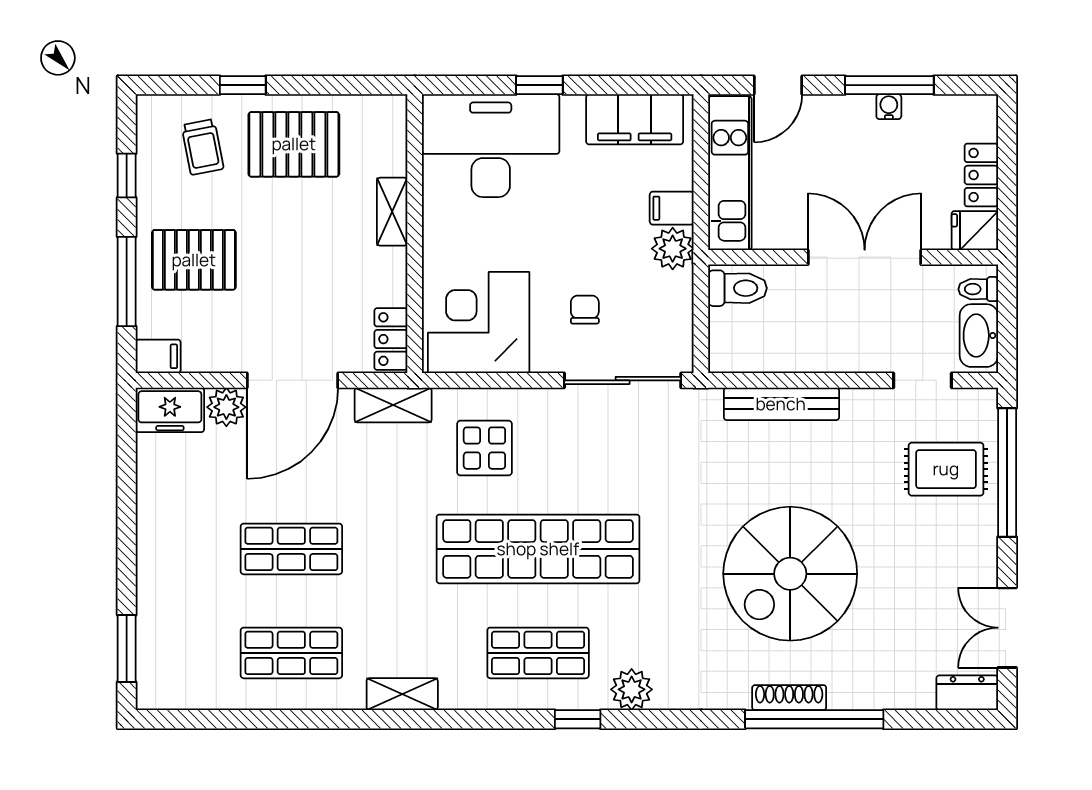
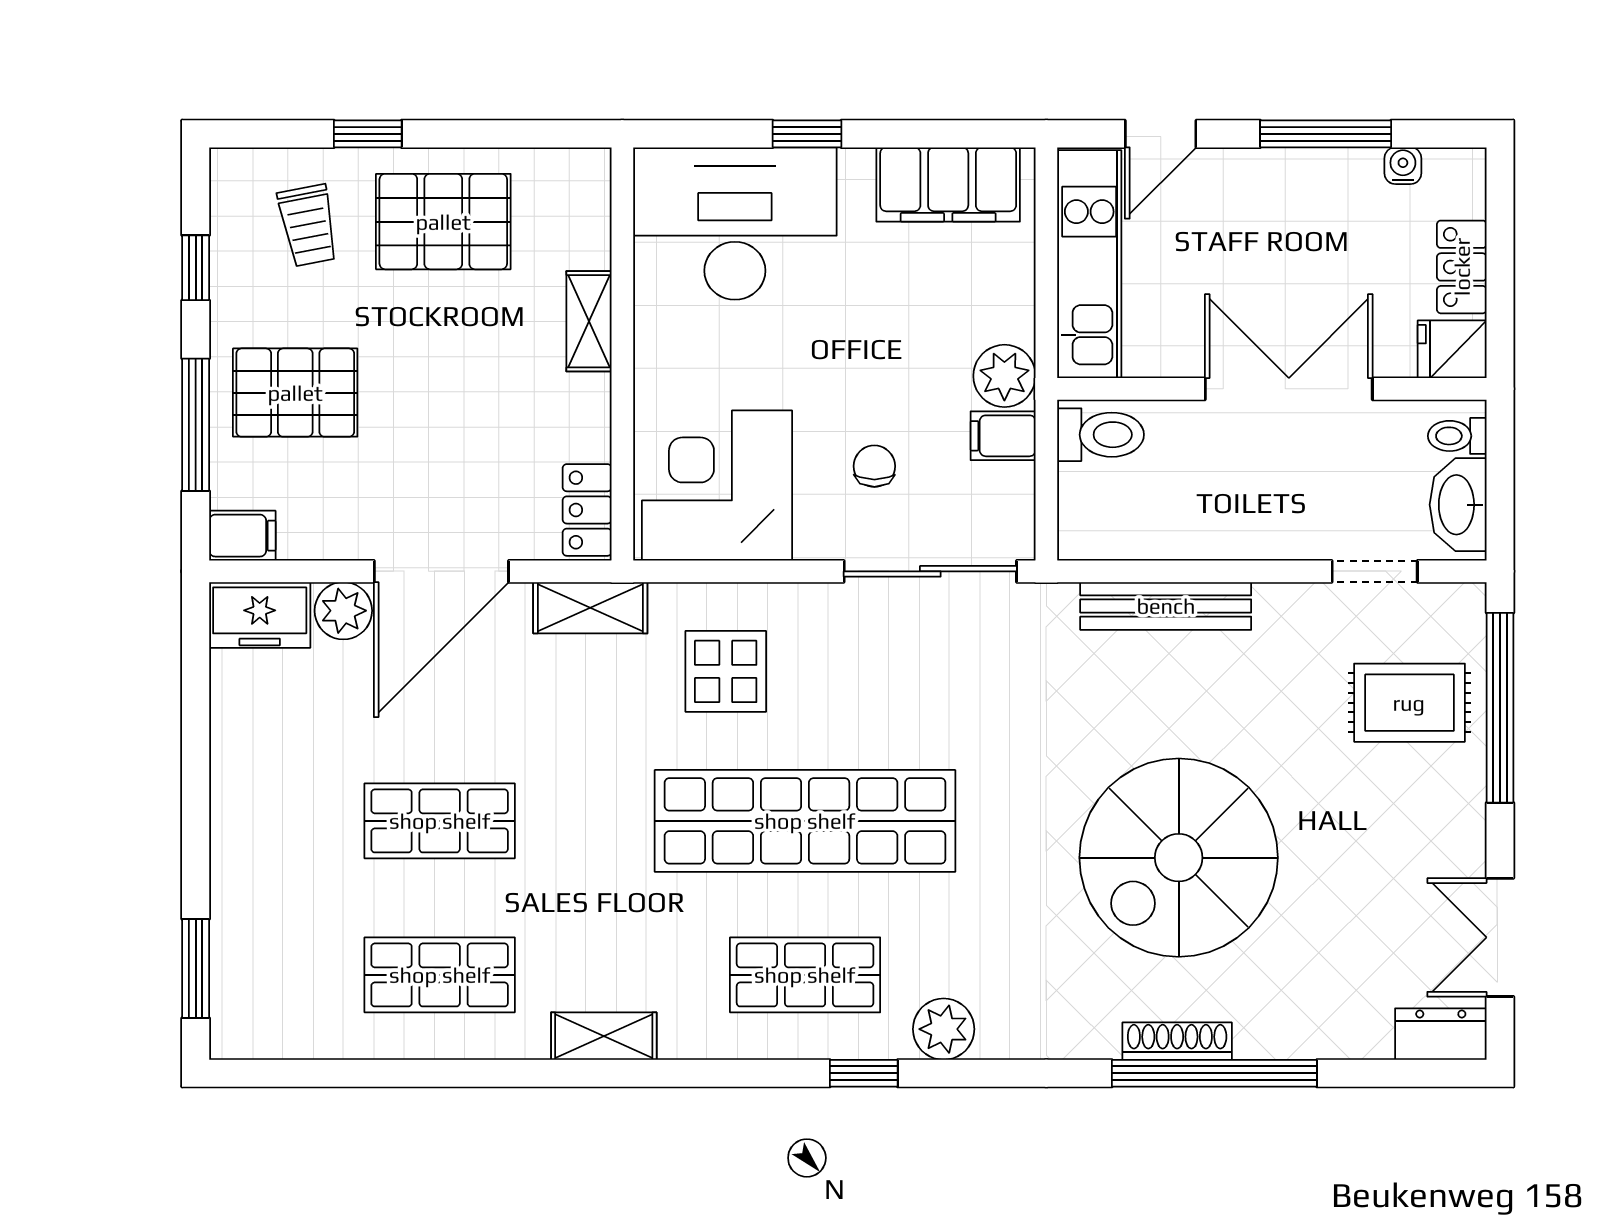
water cooler: (889, 107) -> (1403, 166), moved
filing cabinet: (672, 208) -> (1003, 436), moved

